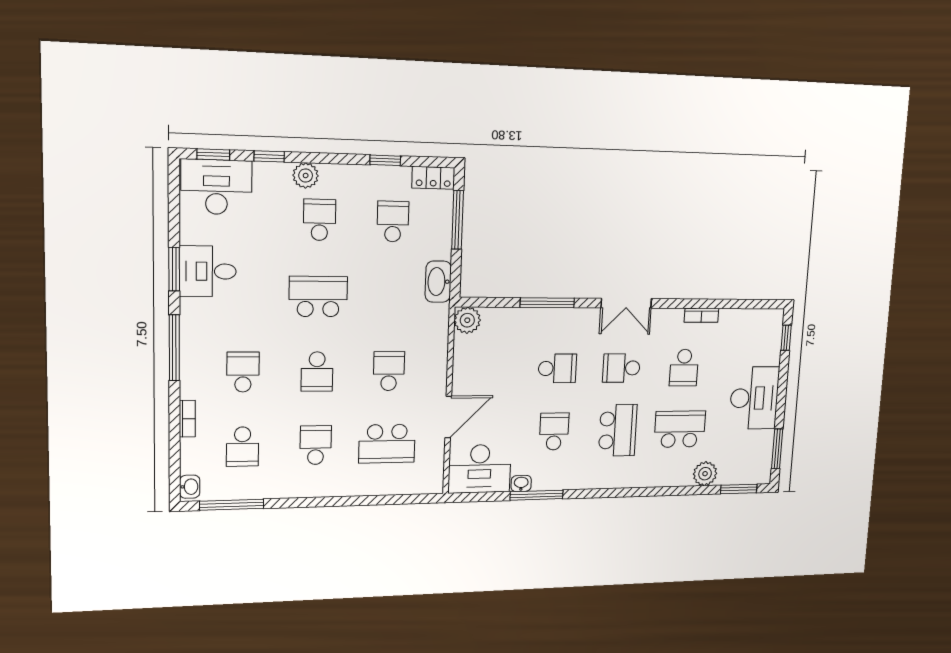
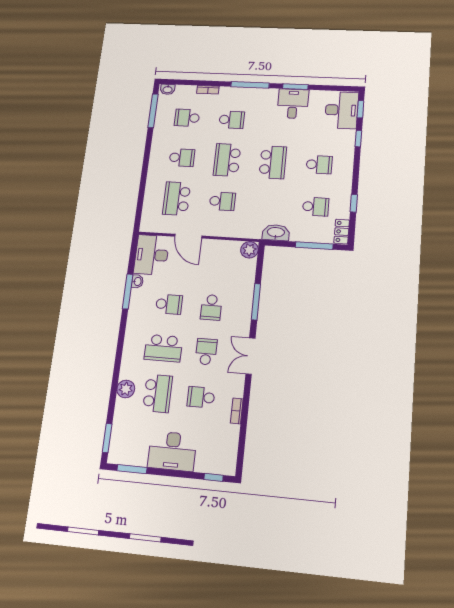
plant: (306, 175) -> (346, 158), removed
school desk: (317, 372) -> (227, 160), width x1.85
plant: (705, 474) -> (126, 389), moved

